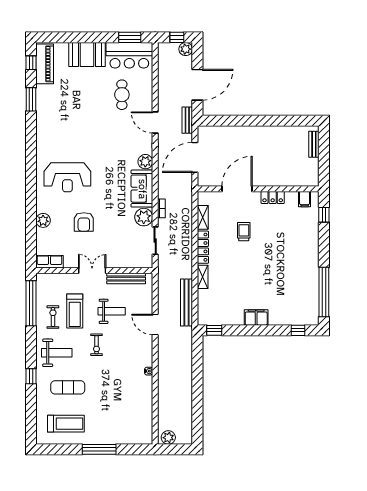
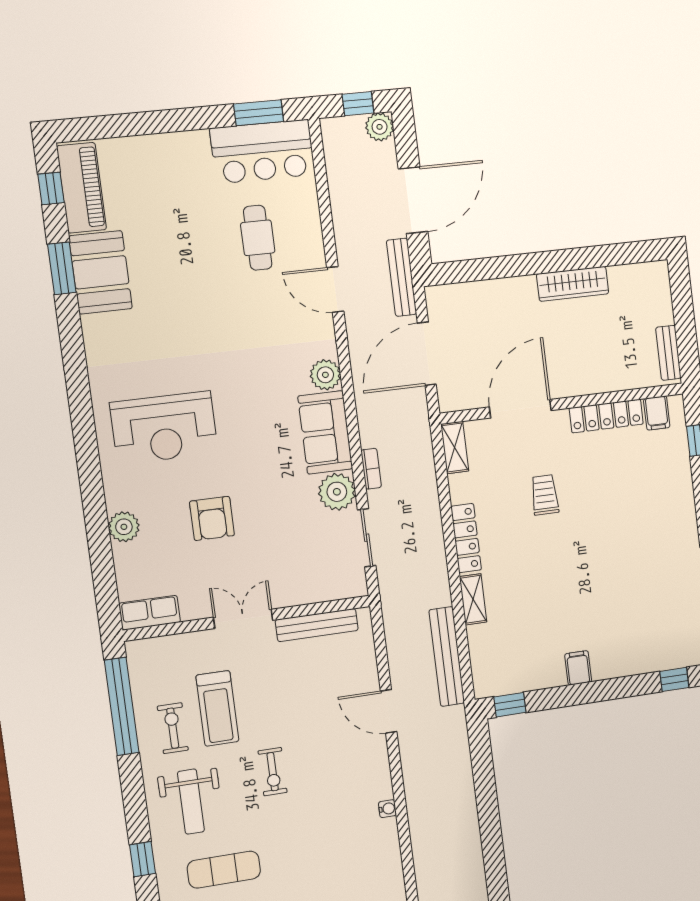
booth: (87, 55) -> (101, 272), moved, turned 90
bench: (187, 120) -> (402, 277), width x1.36
wardrobe: (270, 132) -> (573, 284), added
bench: (314, 144) -> (668, 353), moved
locker: (273, 197) -> (606, 416), width x1.53
shelving: (203, 217) -> (455, 447), moved
weight bench: (112, 311) -> (295, 698), removed
filing cabinet: (256, 317) -> (578, 668), width x0.50
weight bench: (57, 353) -> (191, 802), turned 90

